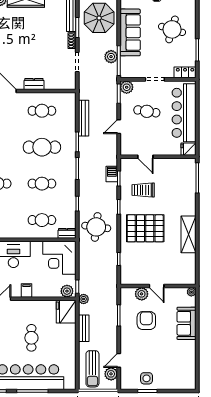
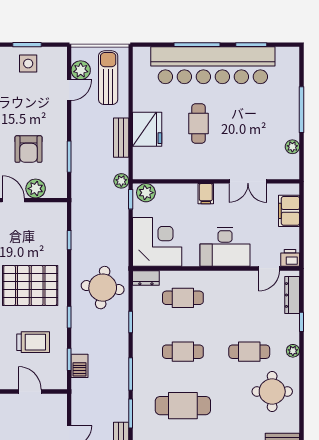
fridge: (66, 312) -> (147, 129), moved

